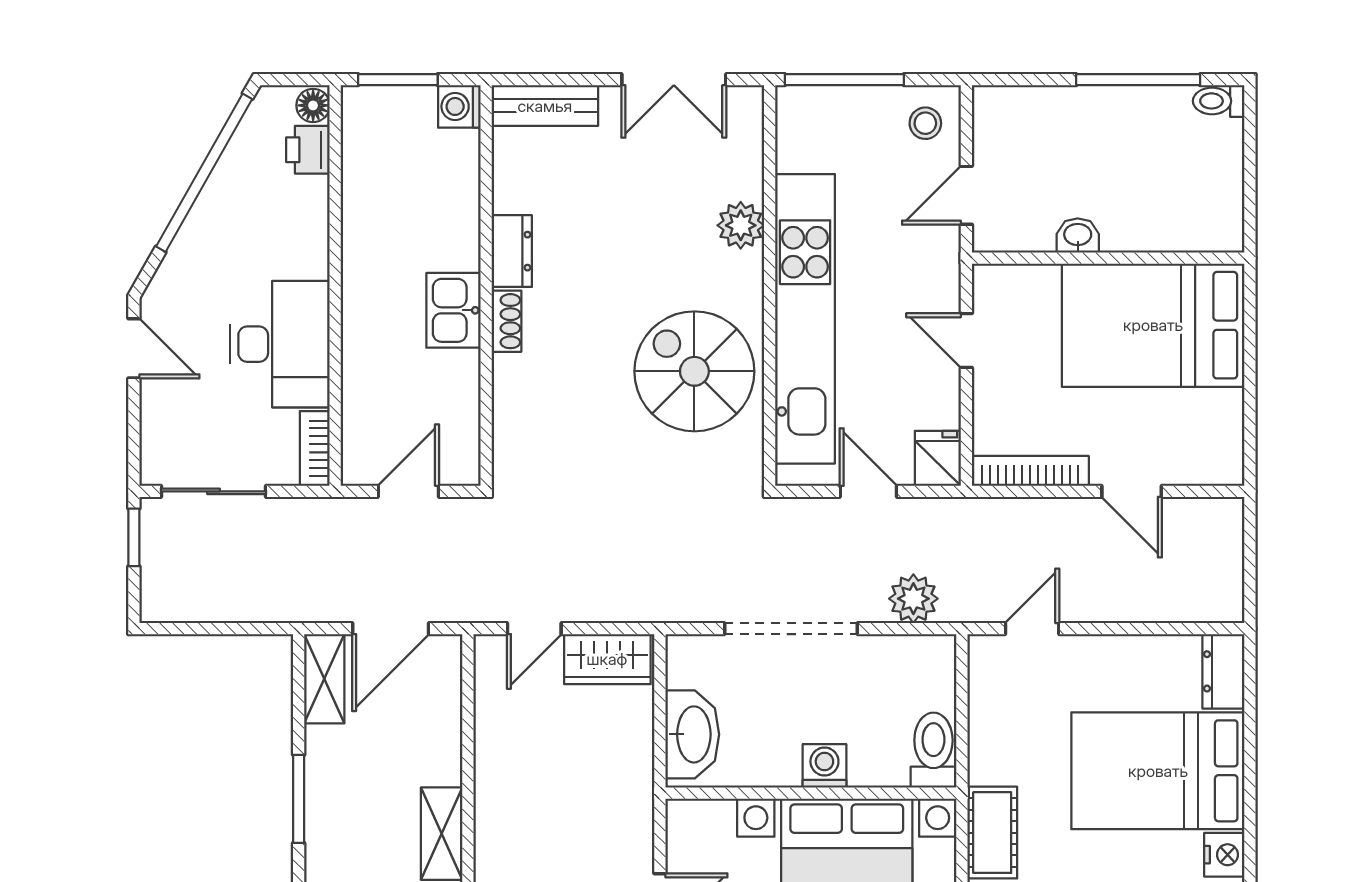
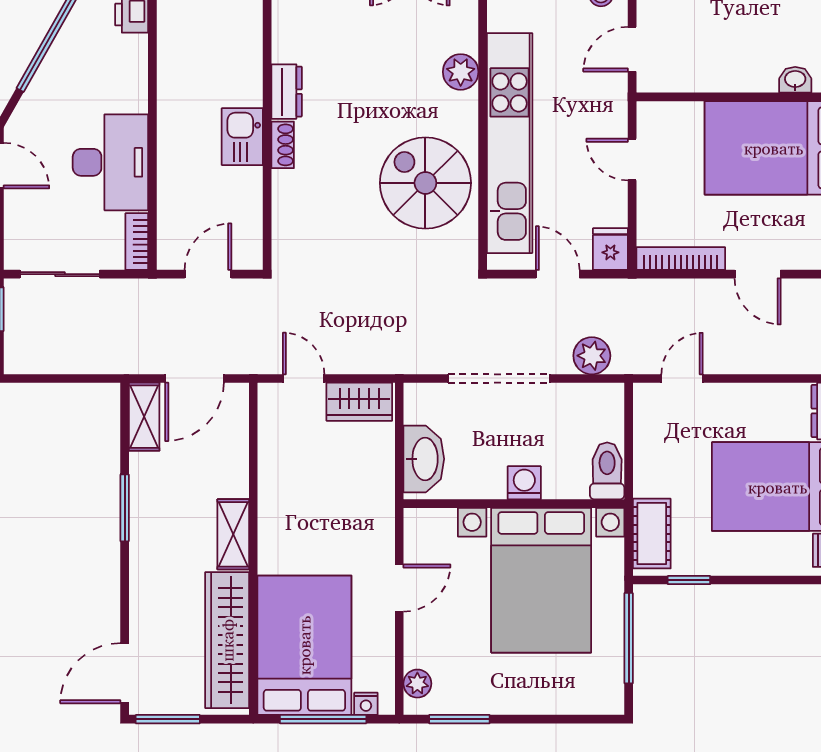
washbasin: (1078, 235) -> (795, 80), moved
door: (534, 629) -> (304, 378), swing flipped

